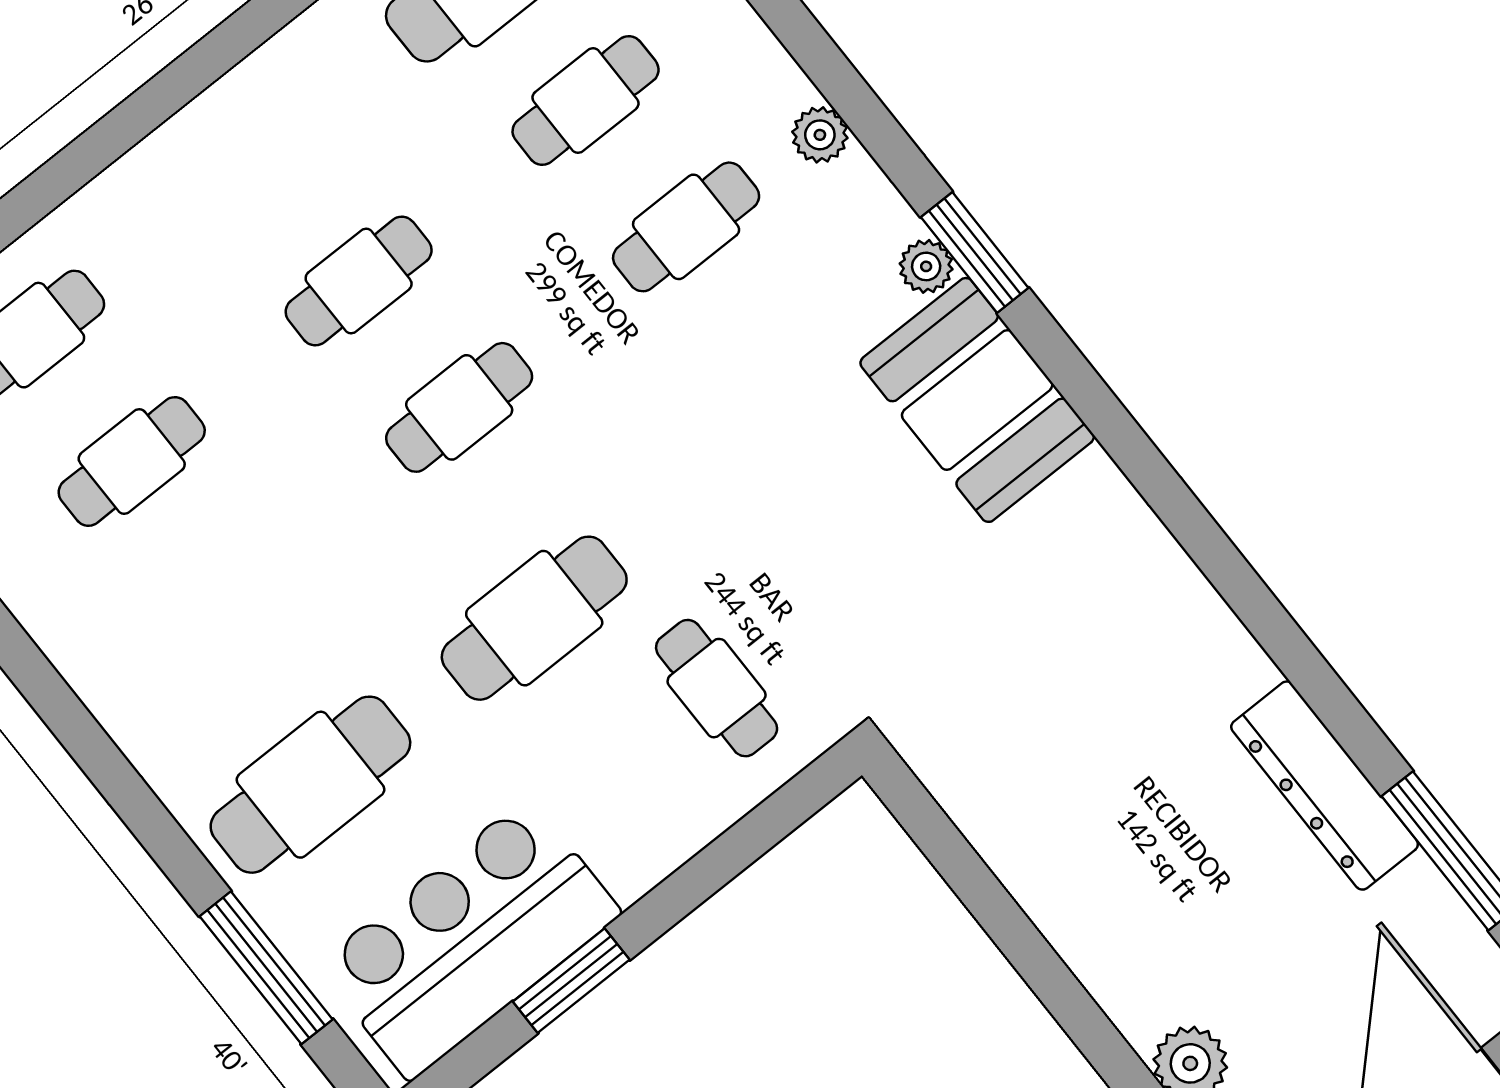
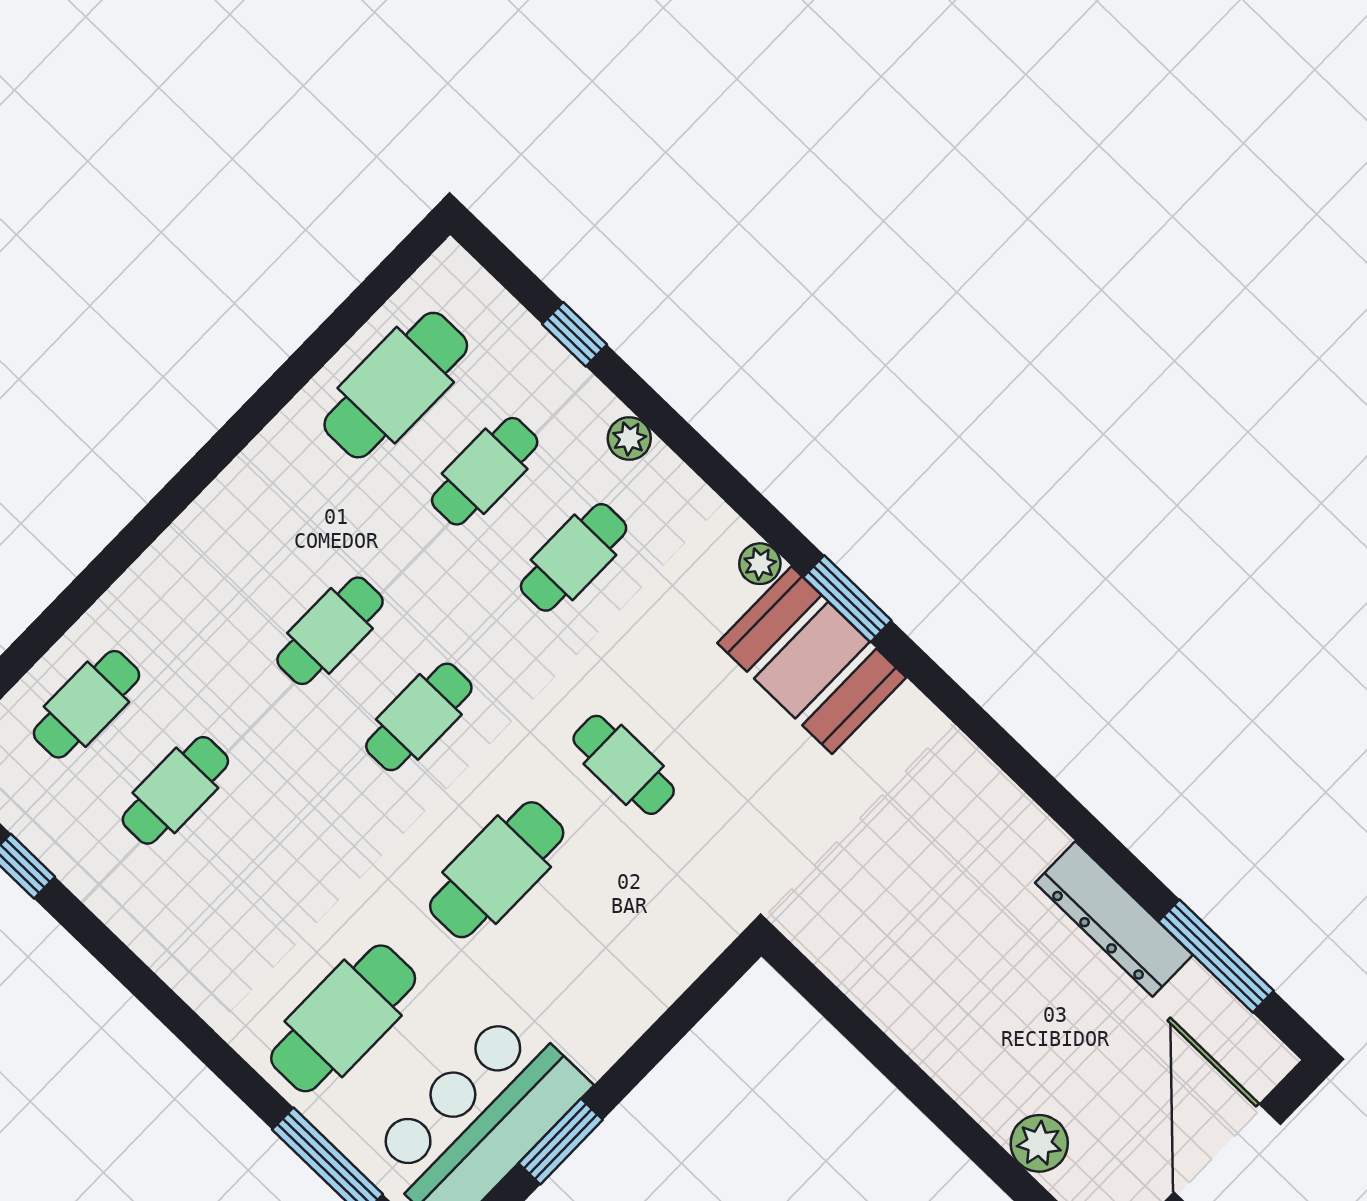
plant: (820, 135) -> (629, 438), moved
window: (975, 252) -> (847, 599), moved
cafe table: (717, 688) -> (624, 765), moved

